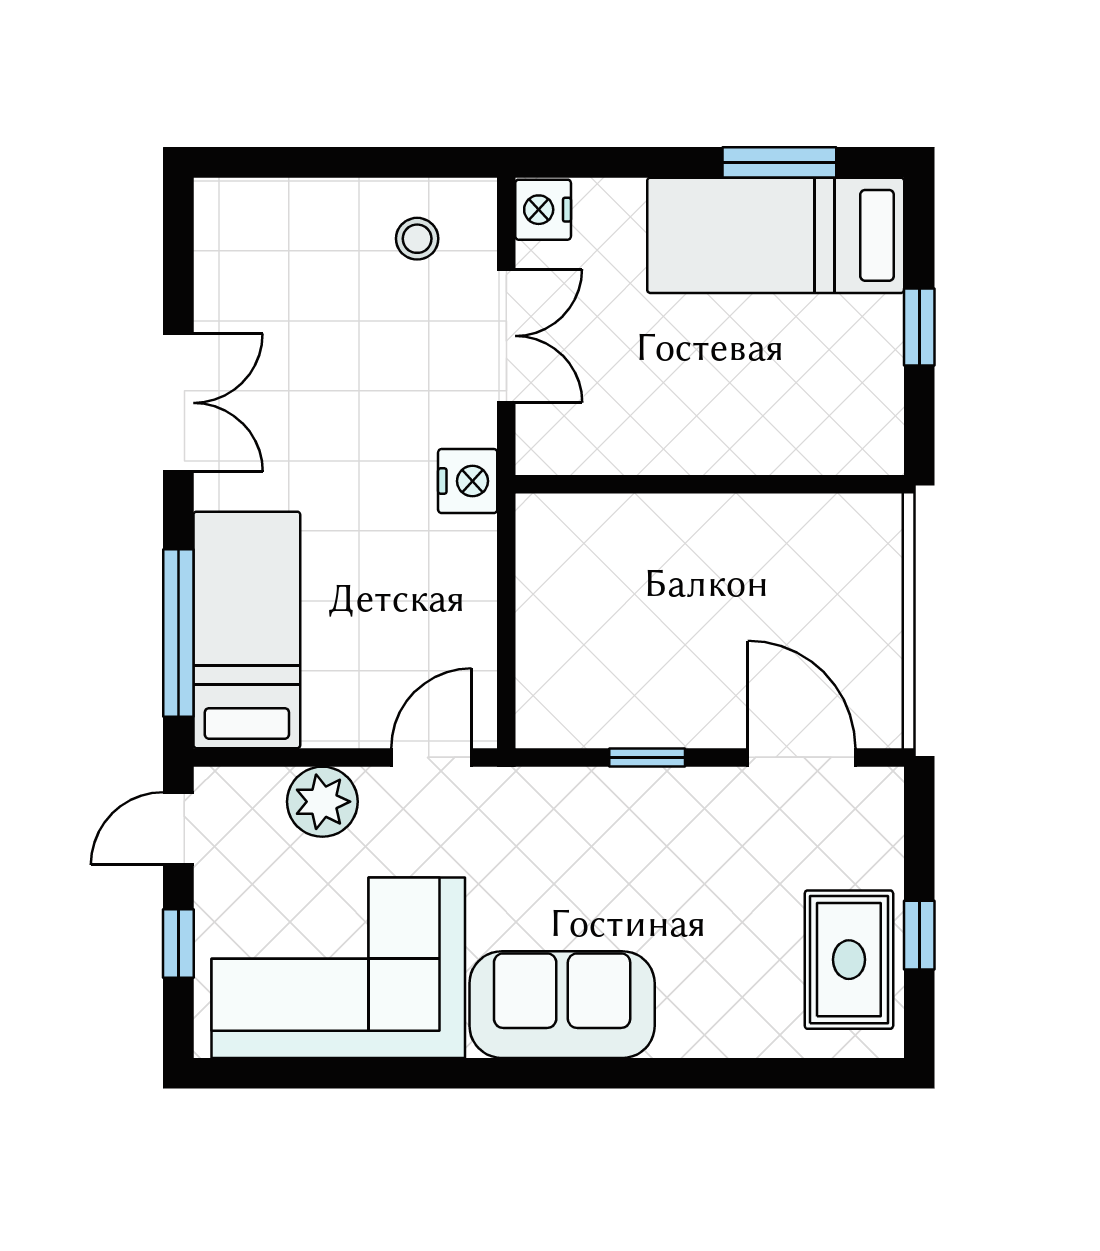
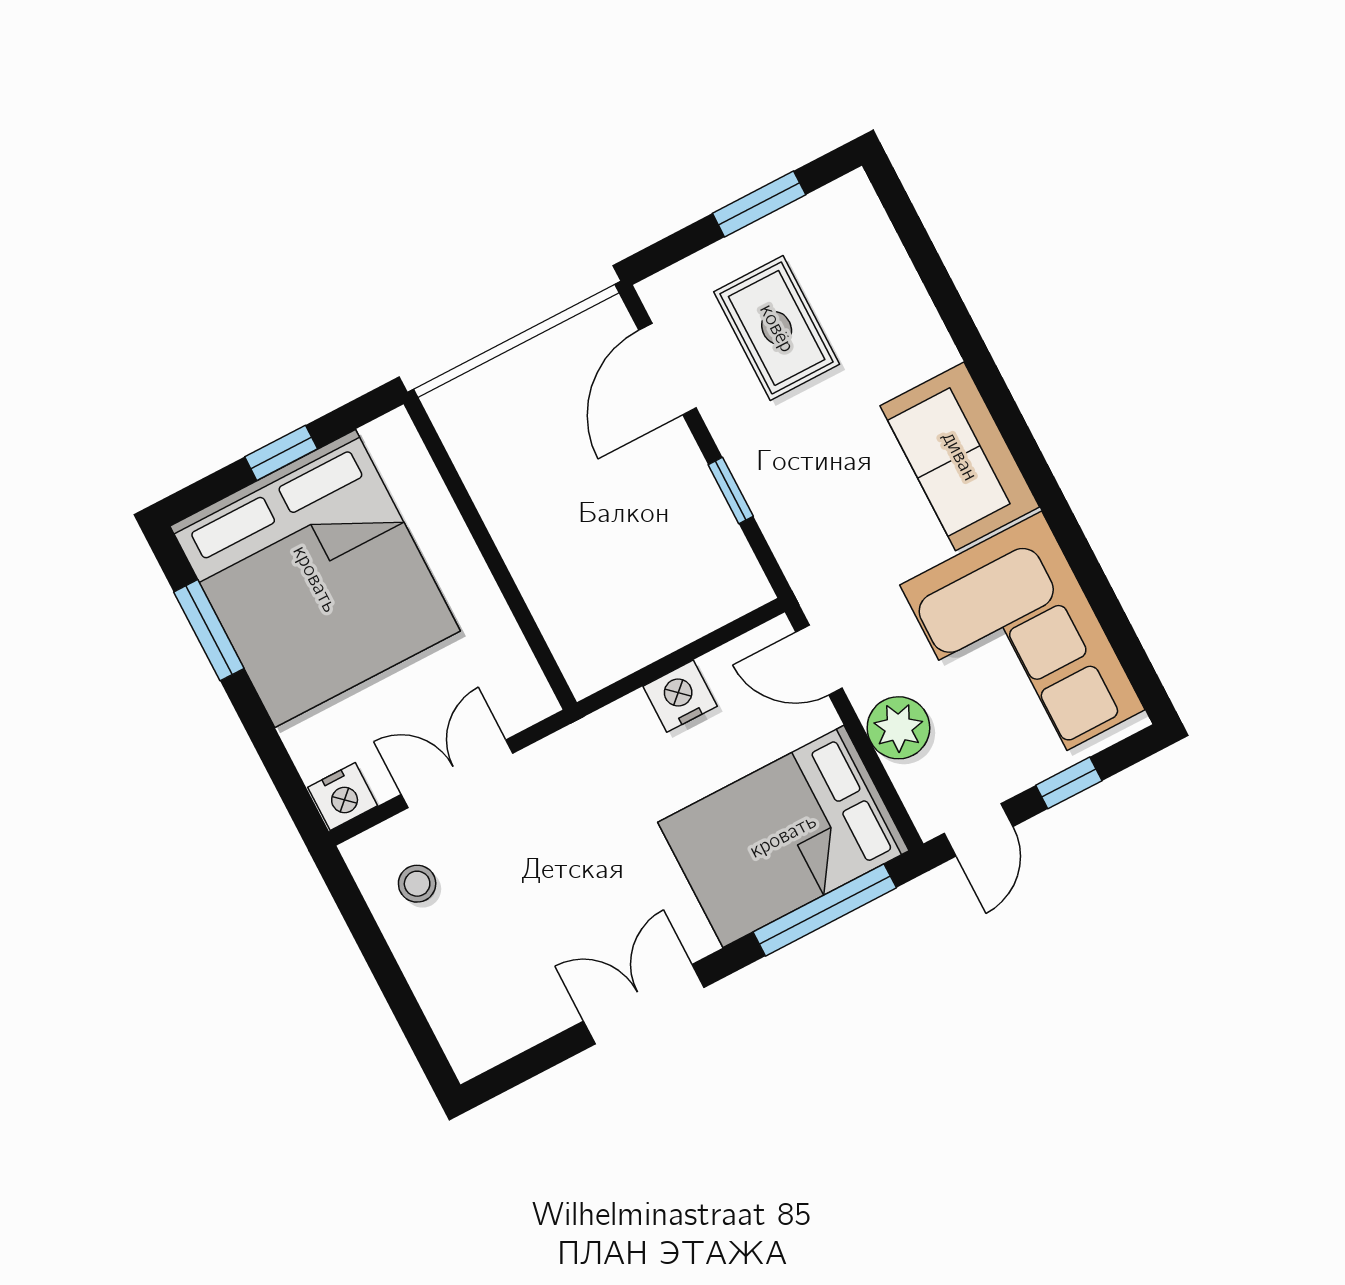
bed: (776, 235) -> (315, 579), width x2.04
nightstand: (468, 481) -> (680, 696), moved
bed: (247, 630) -> (783, 836), width x1.50
door: (178, 829) -> (978, 830), hinge flipped
window: (919, 935) -> (759, 204), width x1.50
rug: (849, 960) -> (777, 328), moved, turned 90

